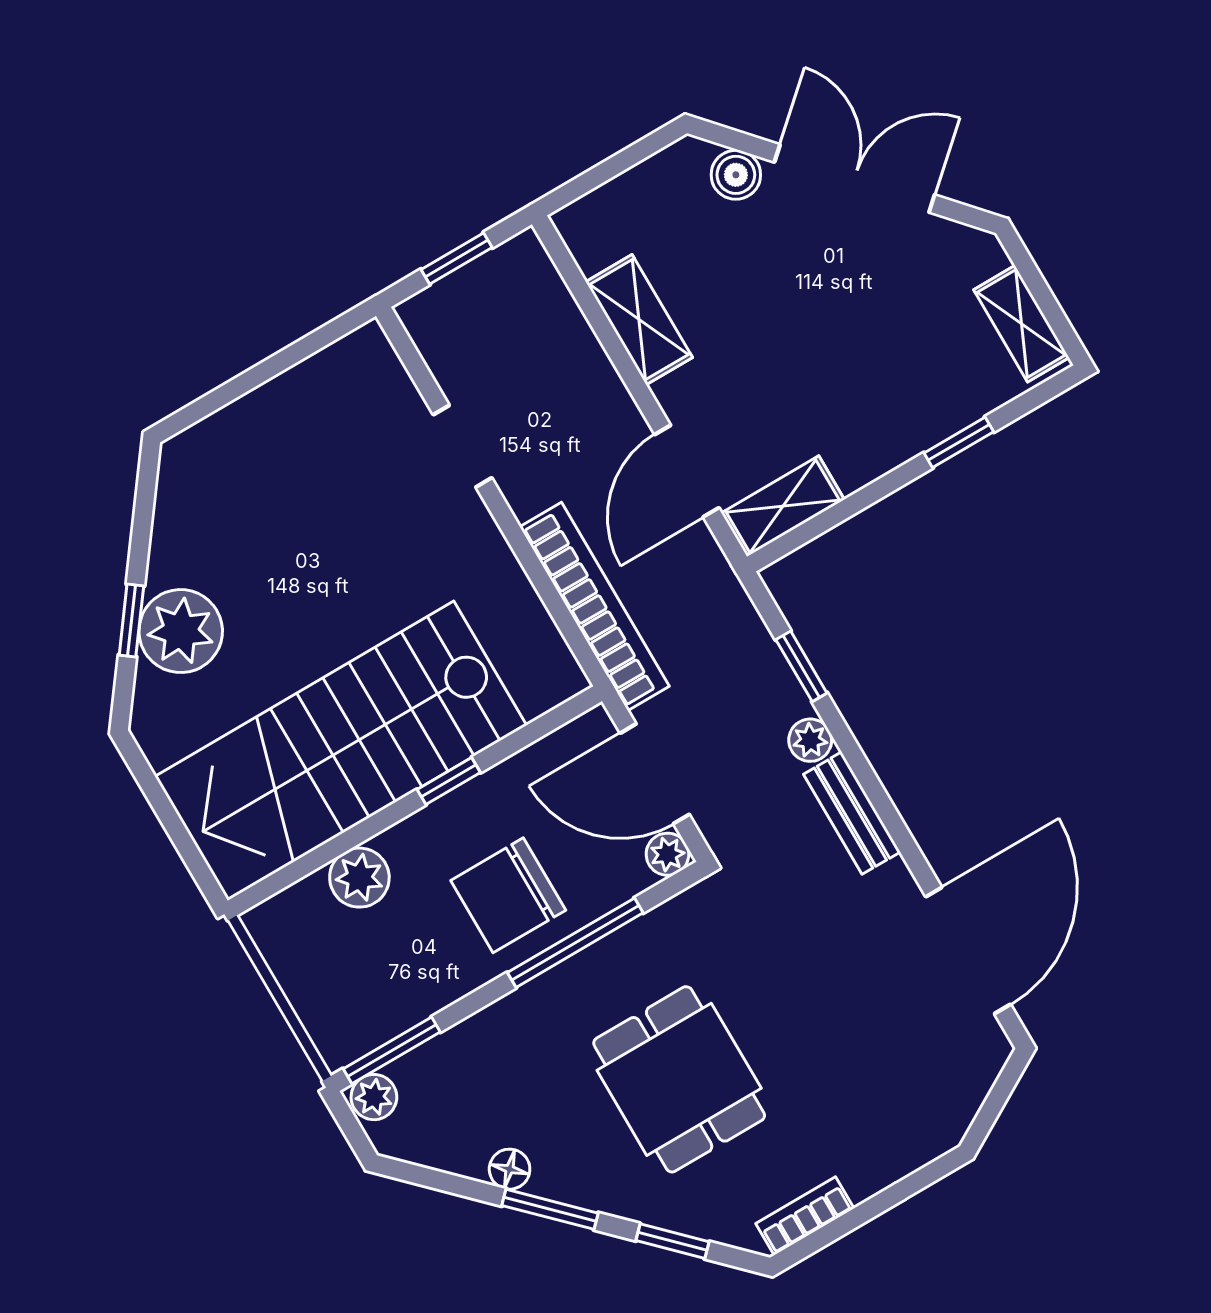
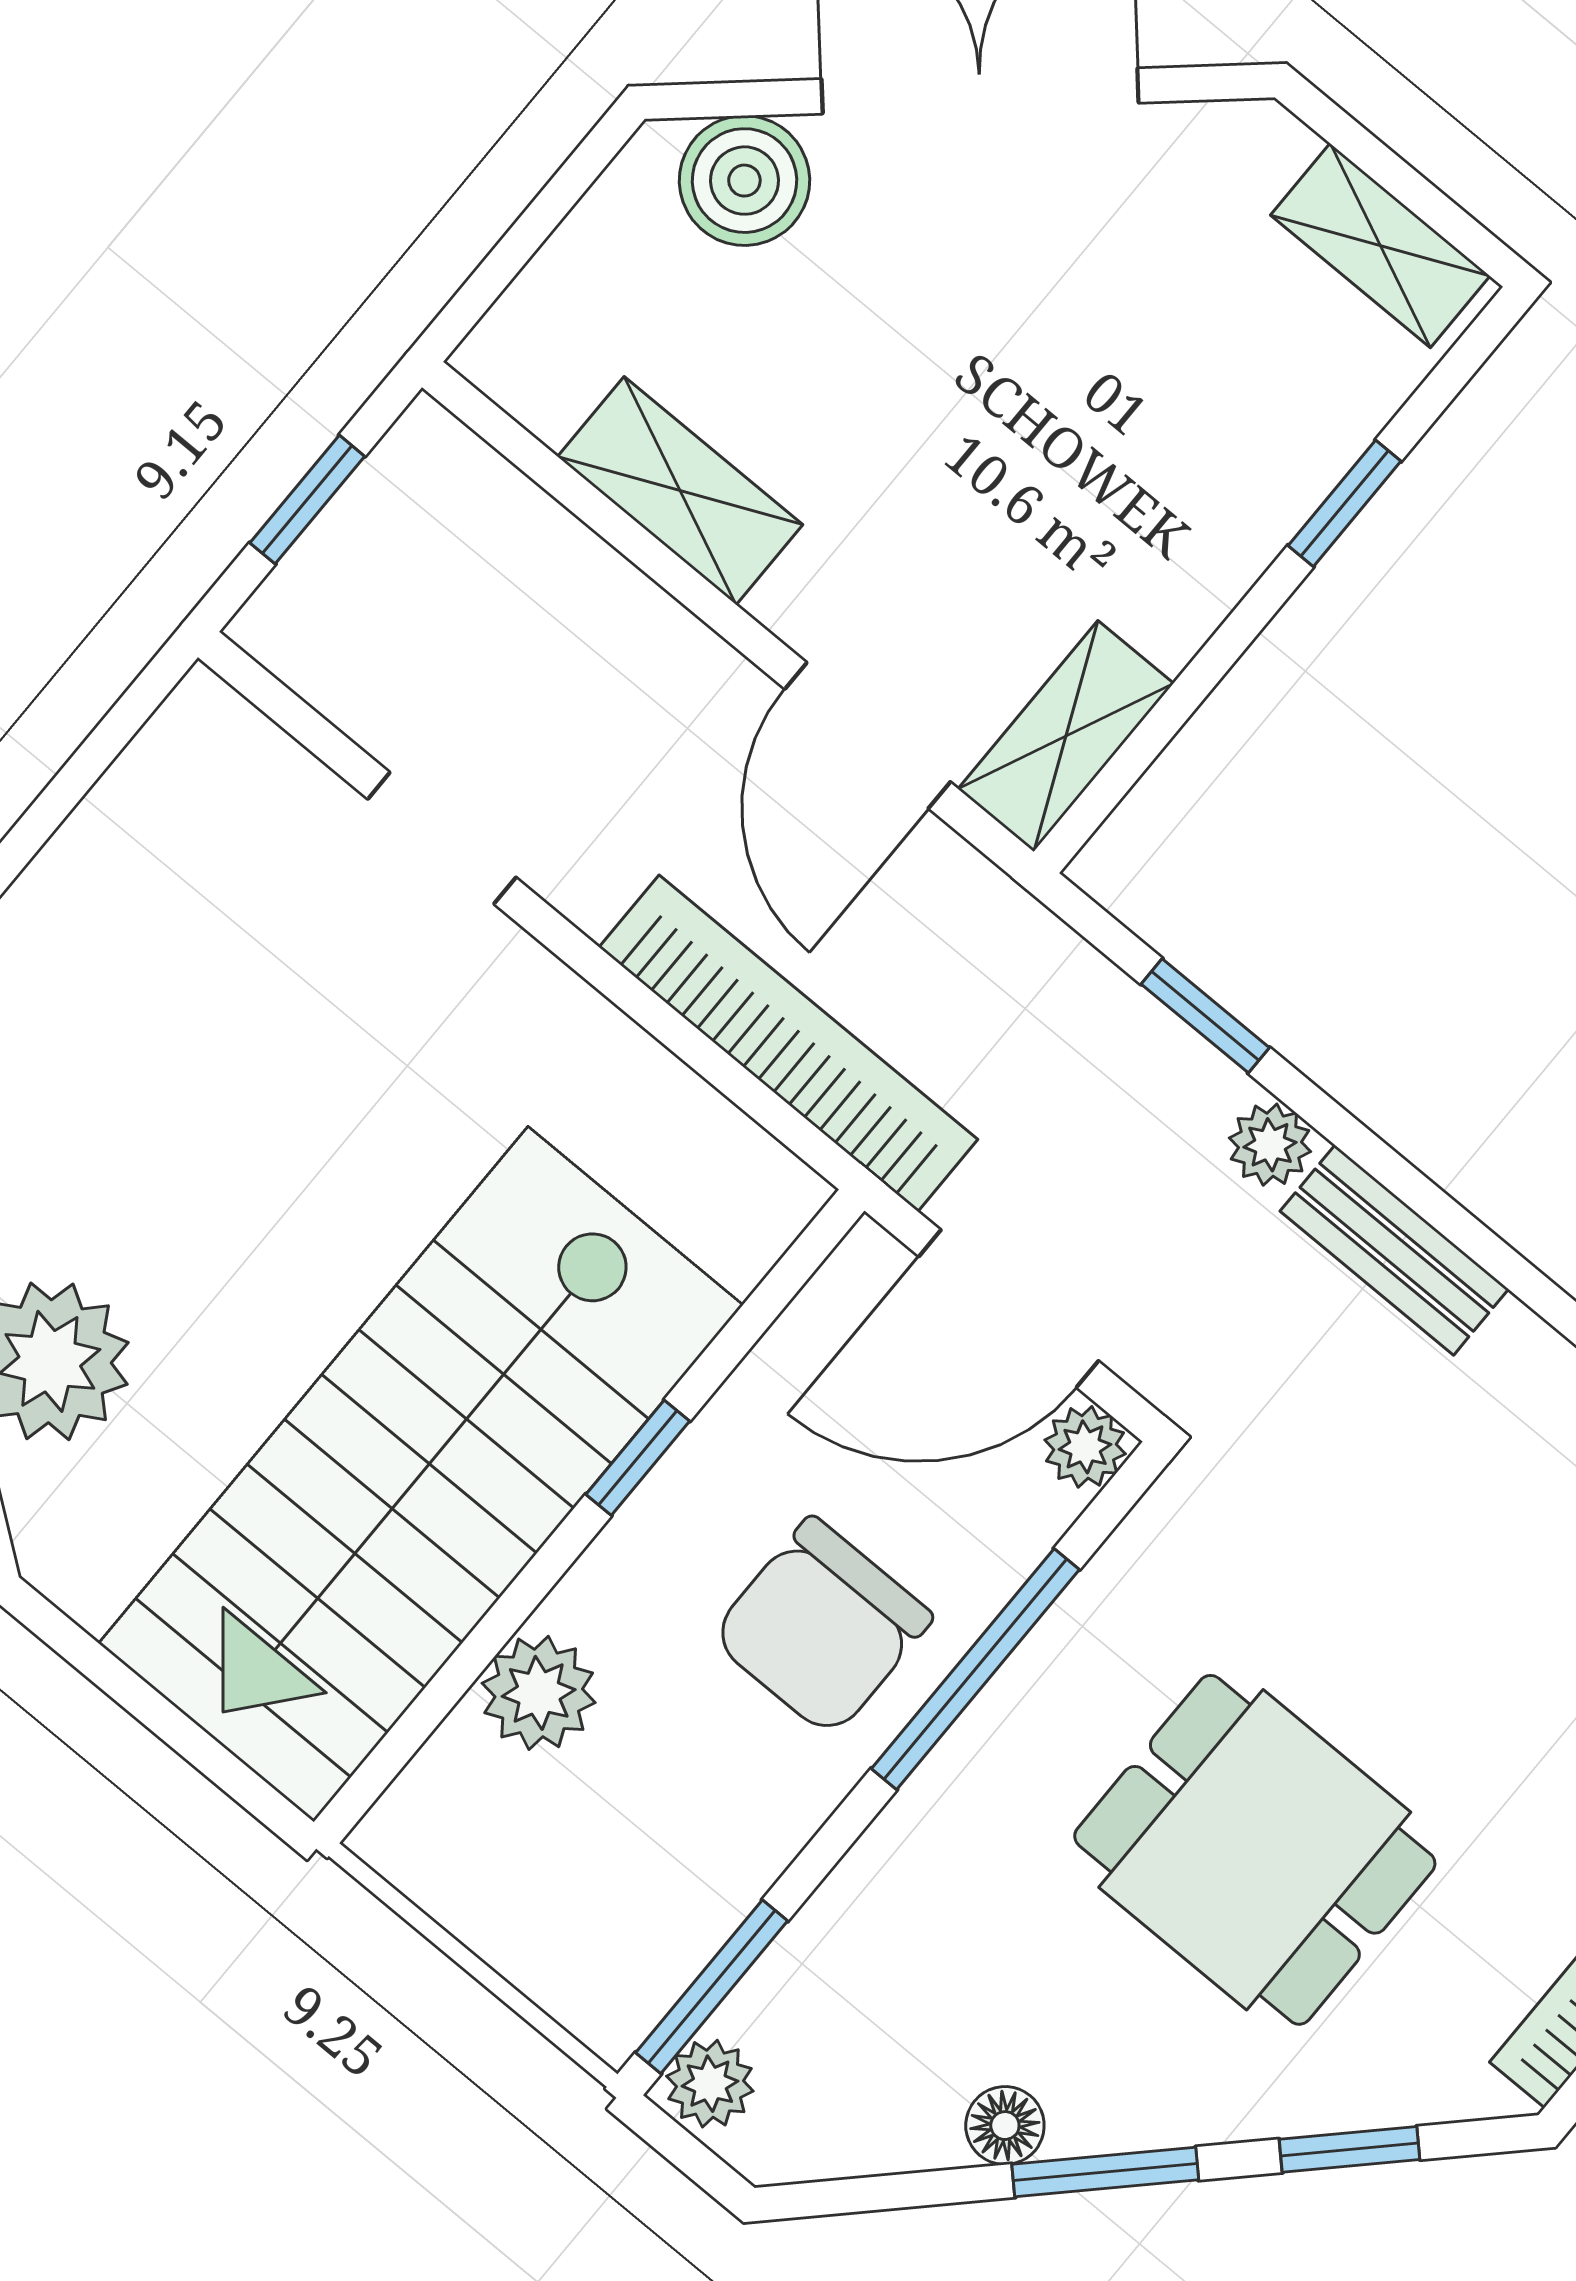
boiler: (736, 175) -> (744, 181), width x1.36, depth x1.36

